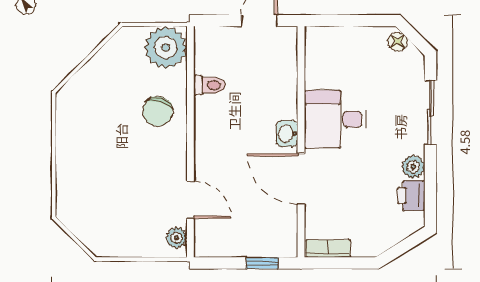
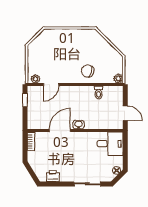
plant: (166, 48) -> (118, 79), width x0.53, depth x0.53
desk: (335, 119) -> (110, 144), moved, turned 90
plant: (413, 167) -> (65, 177), removed
window: (262, 263) -> (25, 100), moved

